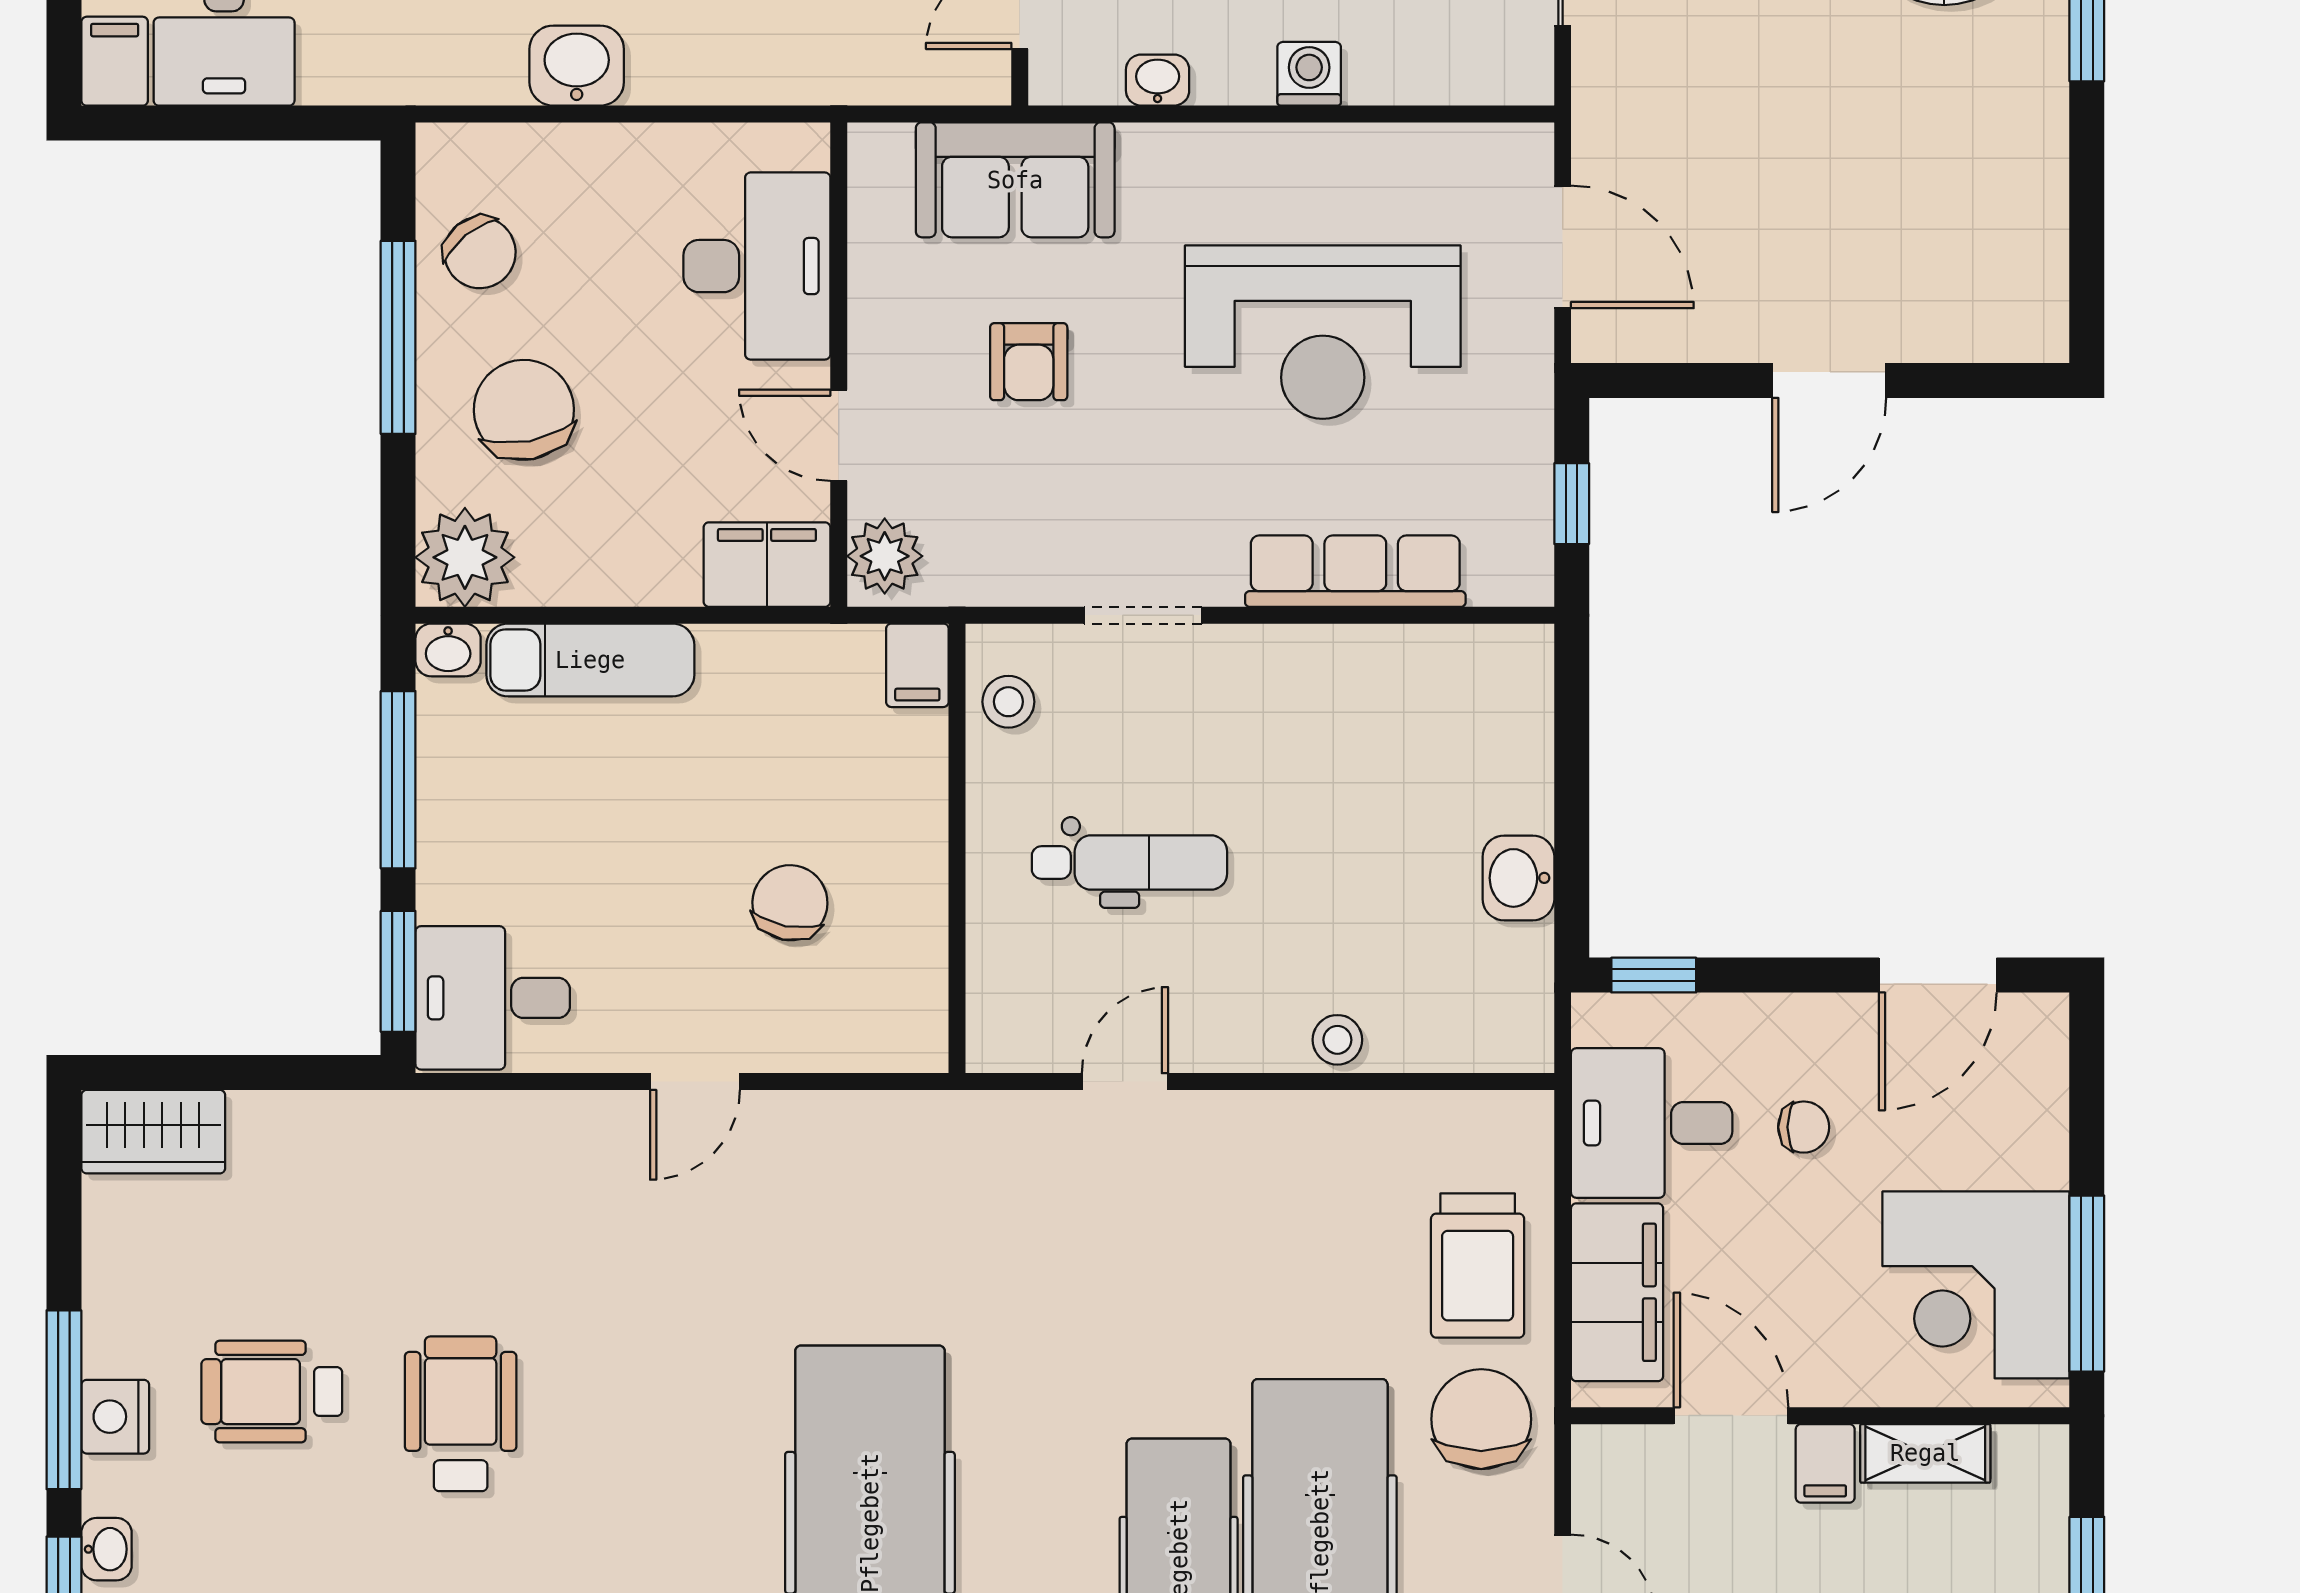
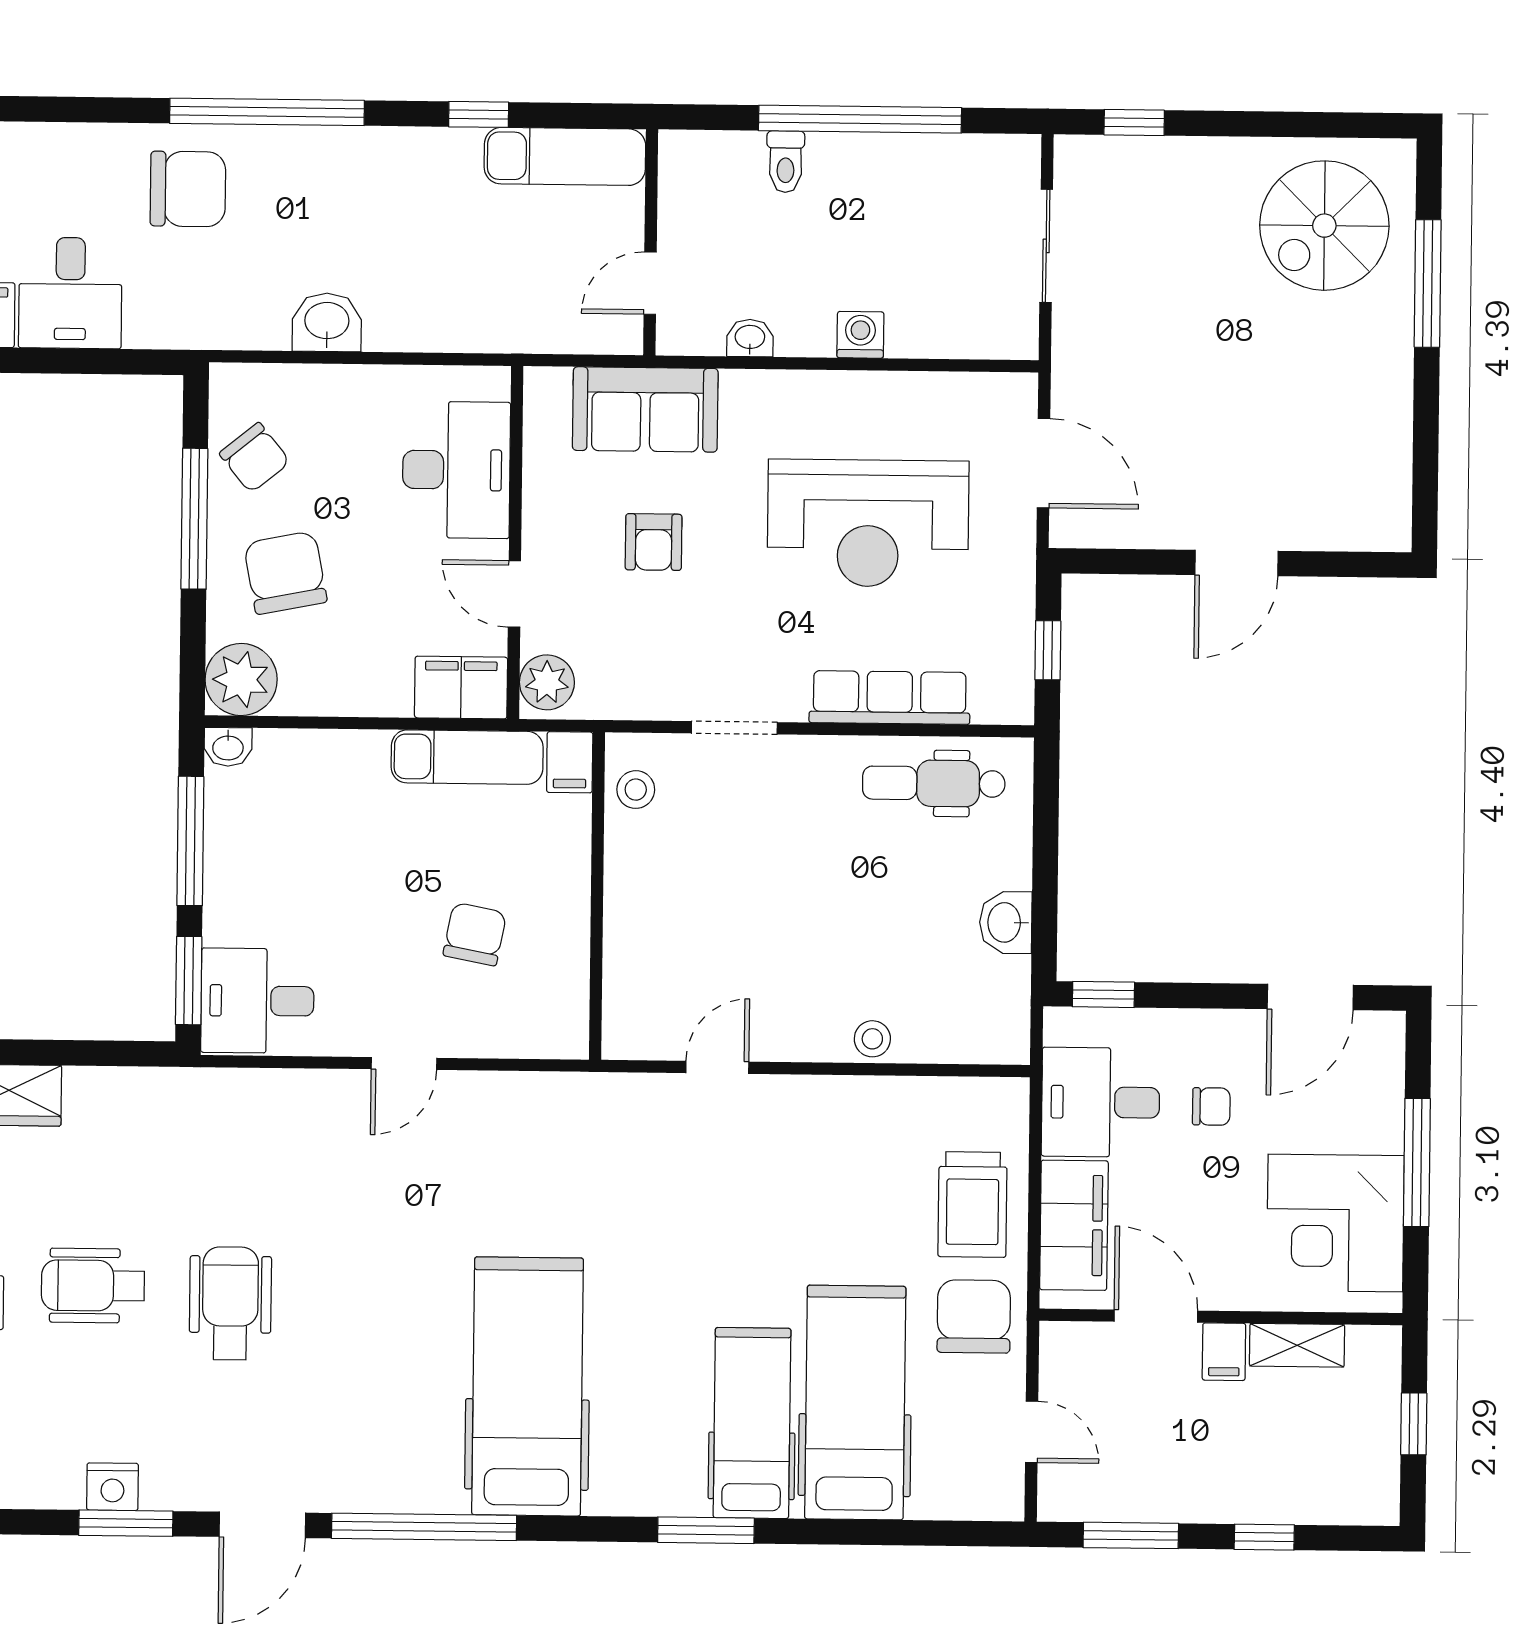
exam couch: (590, 660) -> (467, 757), moved
dental chair: (1129, 863) -> (934, 783), moved, turned 180
window: (2087, 1284) -> (1417, 1163), moved

